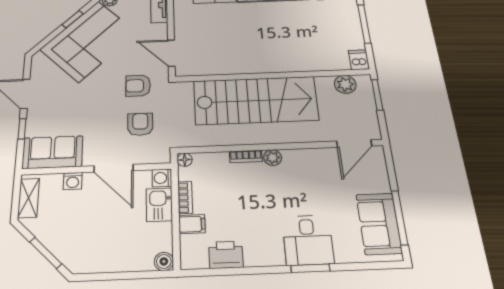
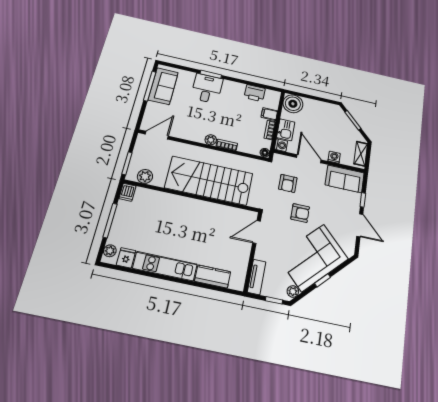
door: (171, 53) -> (257, 232), swing flipped
armchair: (138, 86) -> (300, 213), moved
boiler: (164, 261) -> (293, 104), width x1.86, depth x1.86

